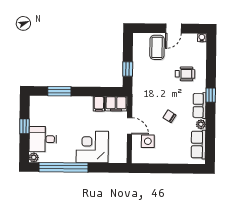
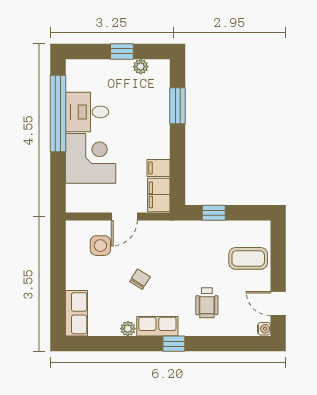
door: (174, 28) -> (278, 303), moved
desk: (43, 139) -> (87, 112), moved, turned -90
row of seats: (198, 145) -> (77, 313), moved, turned 90
plant: (34, 157) -> (141, 67), moved

